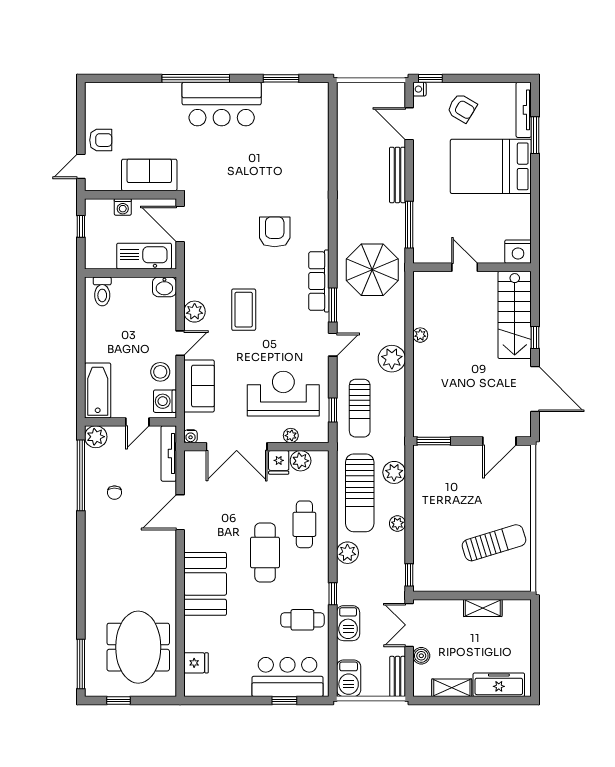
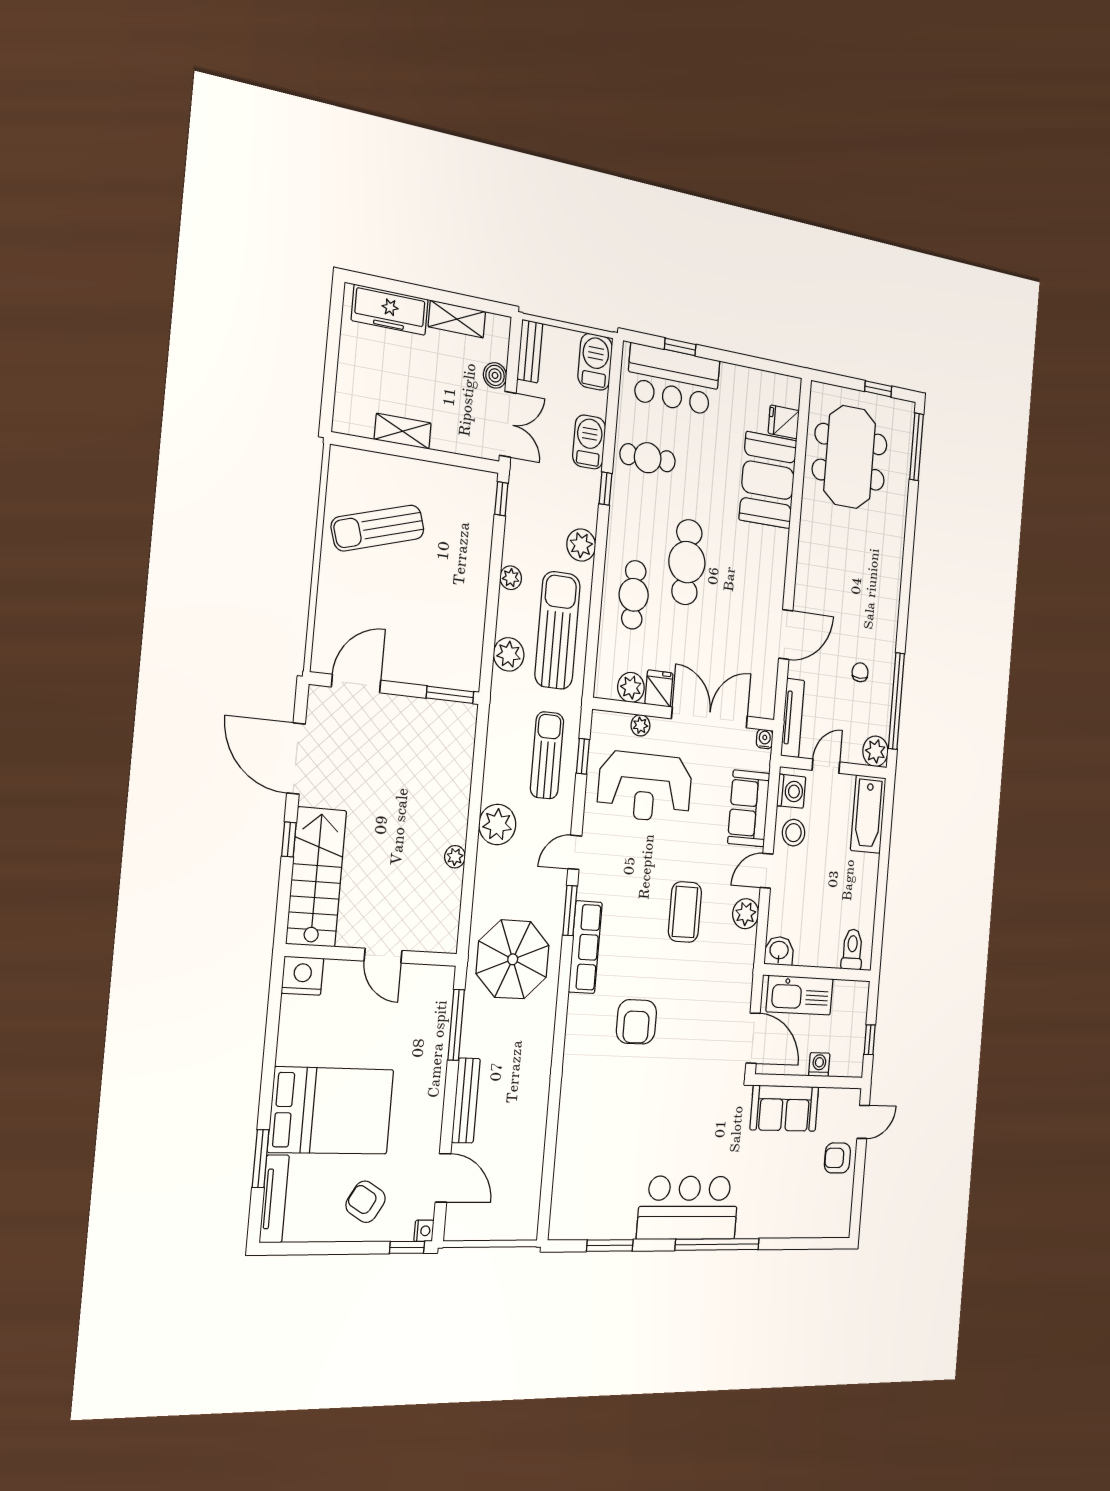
booth: (205, 584) -> (768, 480), moved

